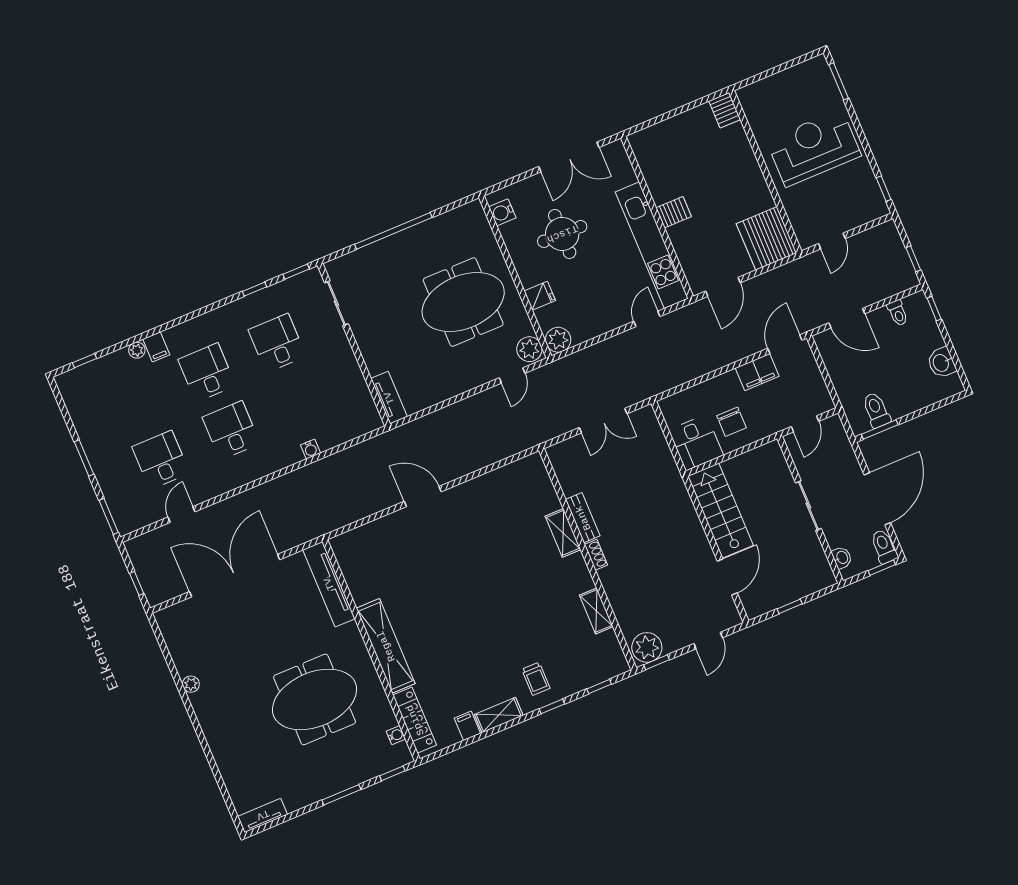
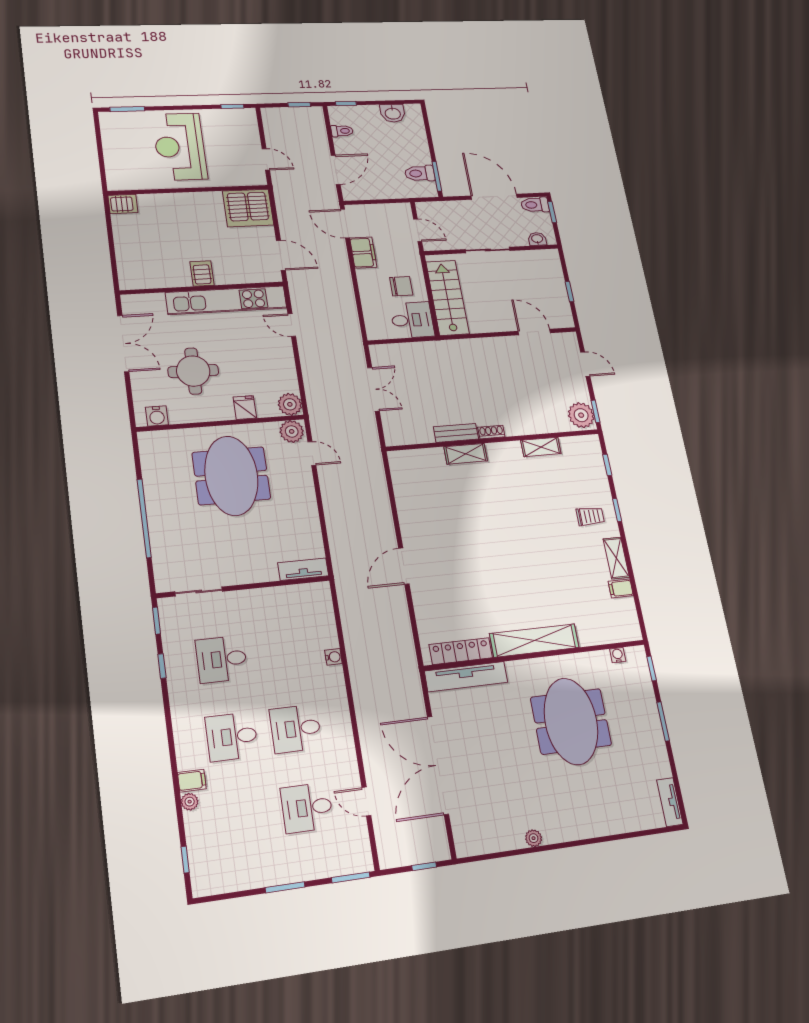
stairs: (720, 511) -> (447, 298), moved, turned 90
locker: (415, 720) -> (461, 651), moved

